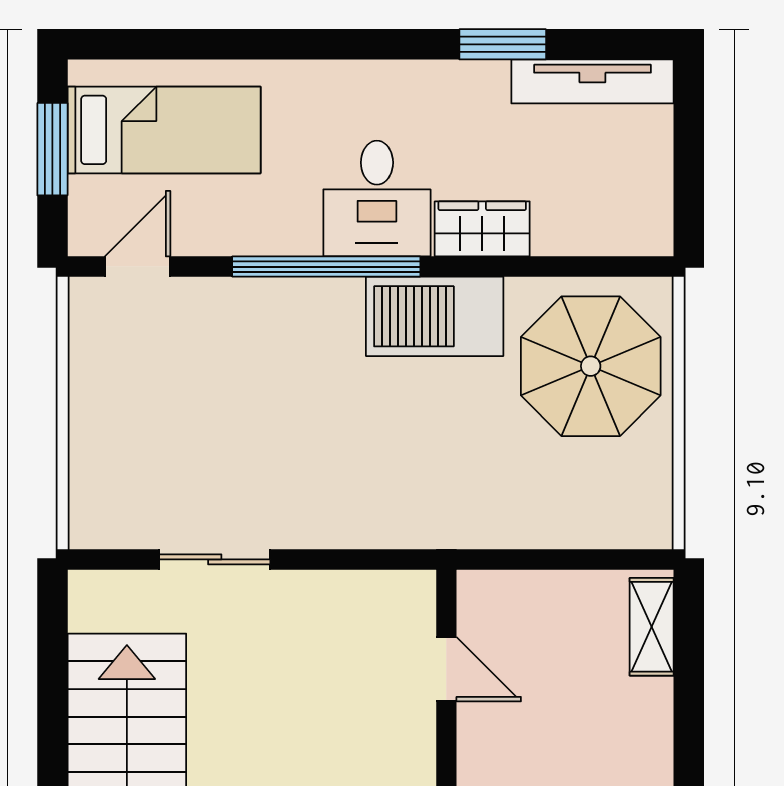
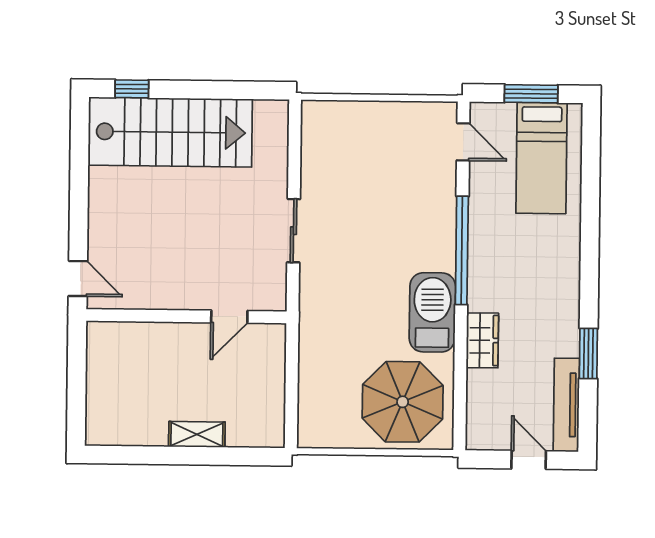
door: (689, 146) -> (529, 460), added
desk: (377, 199) -> (501, 280), removed
sliding door: (215, 559) -> (293, 231), moved
shelving: (652, 627) -> (197, 434), moved

